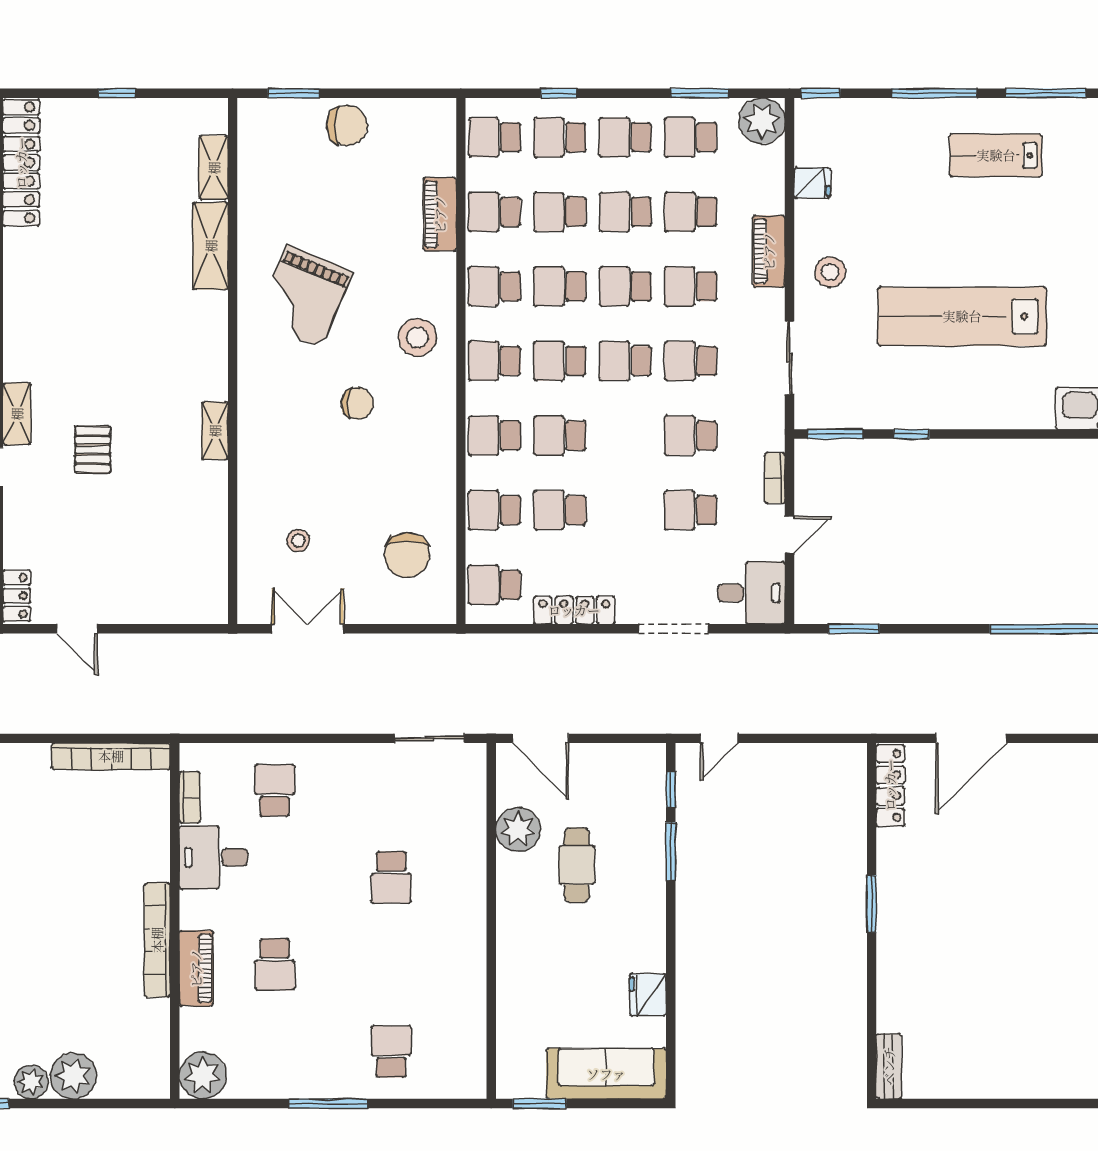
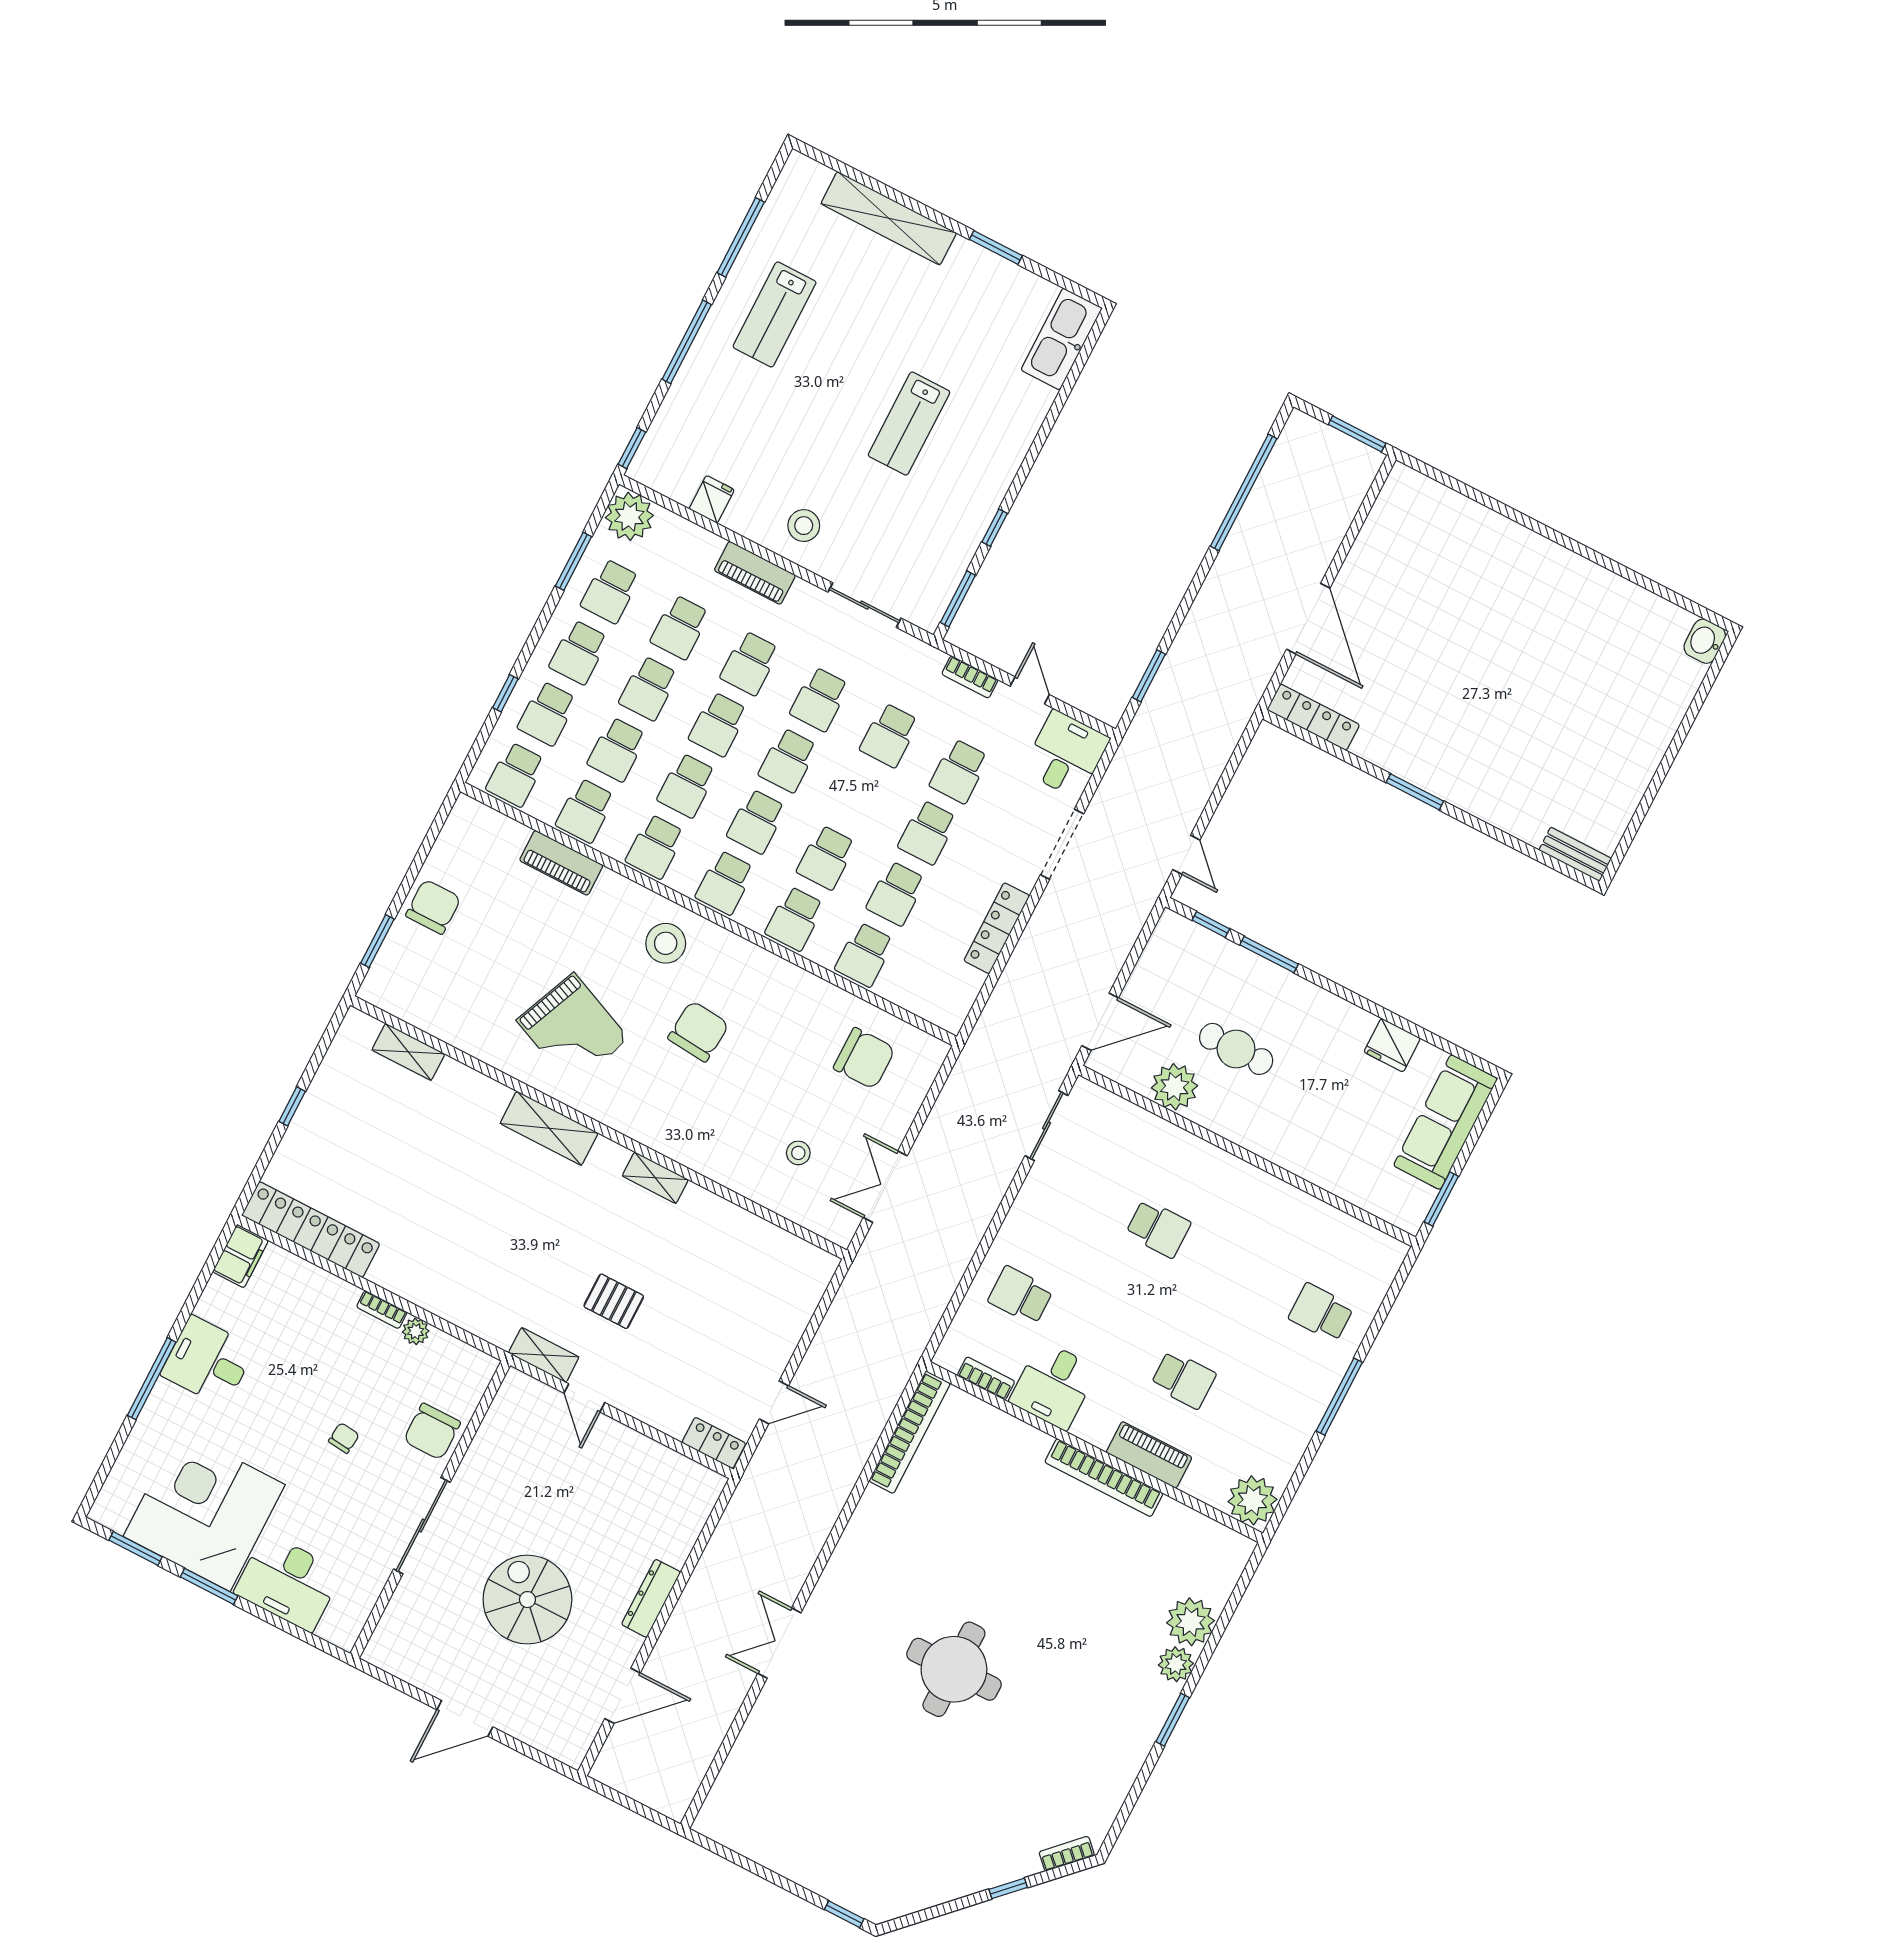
shelving: (211, 246) -> (549, 1128), moved
lab bench: (962, 316) -> (909, 424), width x0.54, depth x0.72
chair: (357, 403) -> (698, 1031), width x1.37, depth x1.37
school desk: (494, 585) -> (928, 832), moved

